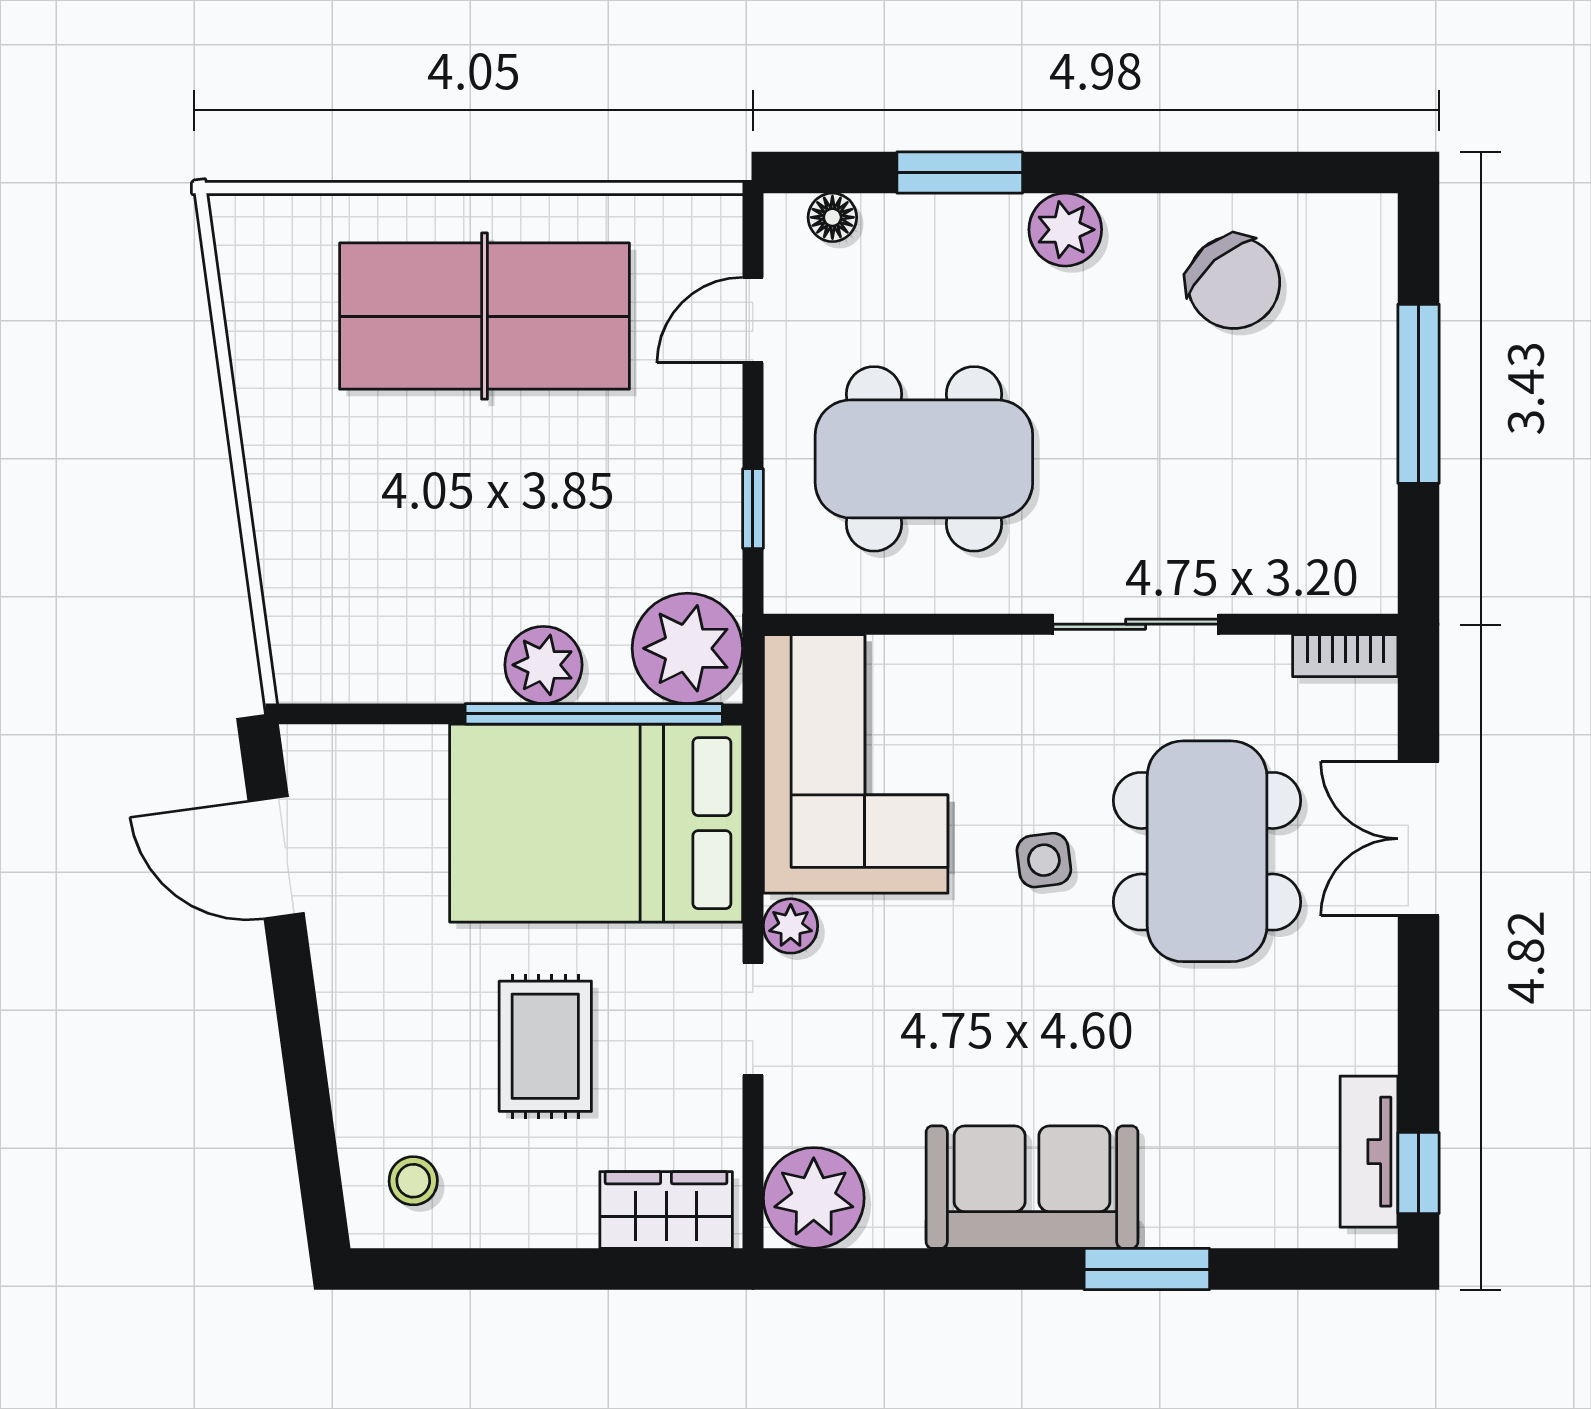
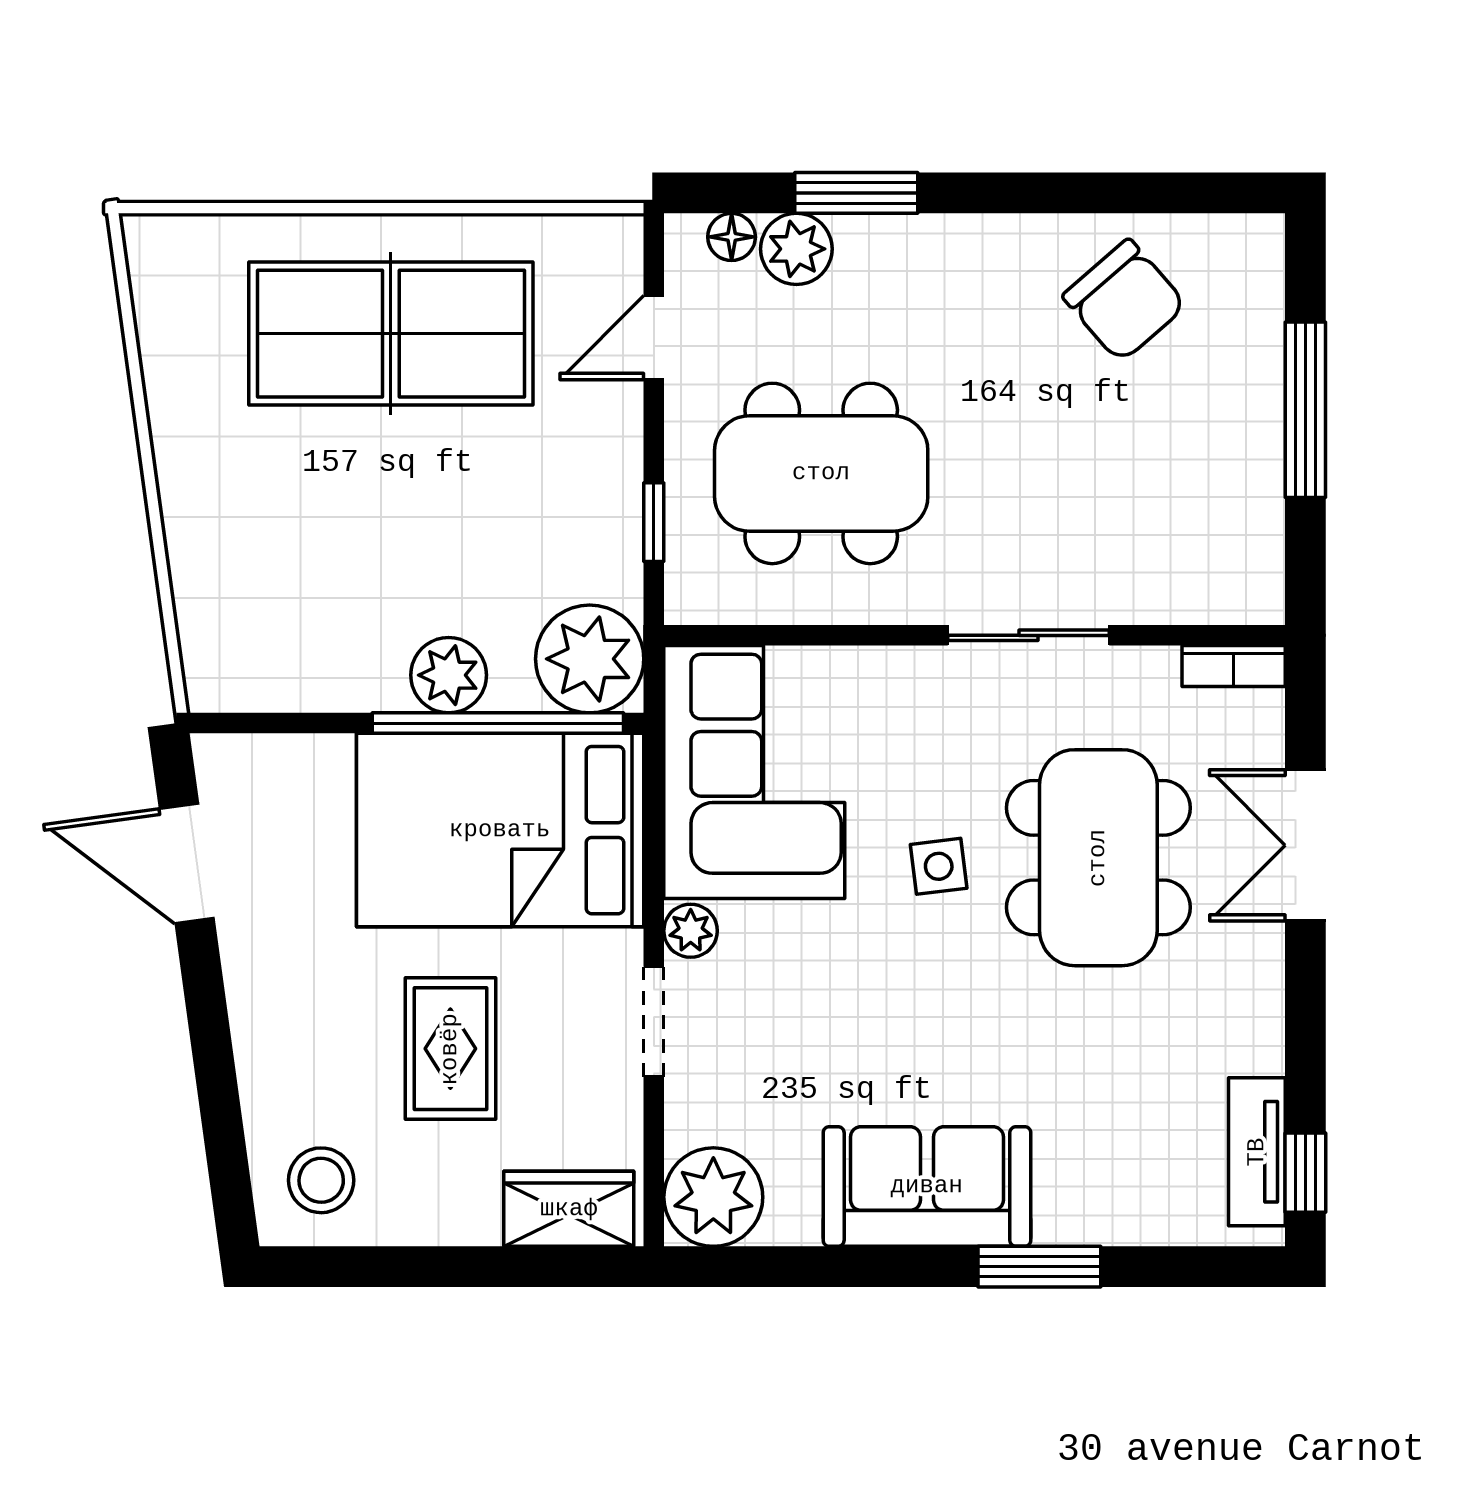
plant: (1065, 230) -> (796, 249), moved
stool: (413, 1181) -> (321, 1180), width x1.37, depth x1.37

